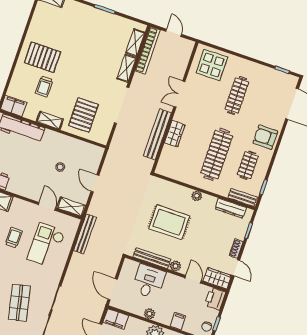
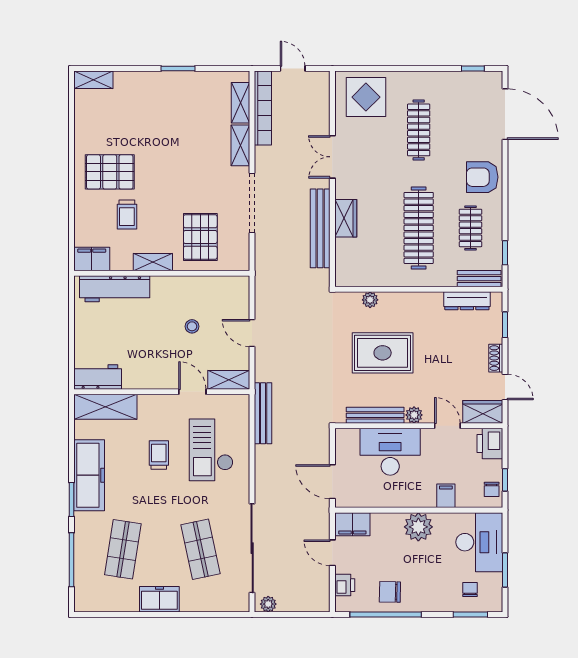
plant: (197, 196) -> (370, 300), moved
desk: (149, 281) -> (390, 452), width x1.37
plant: (150, 314) -> (400, 499), removed

